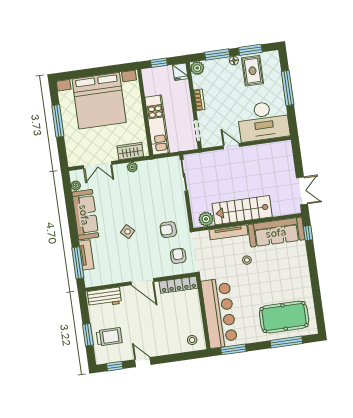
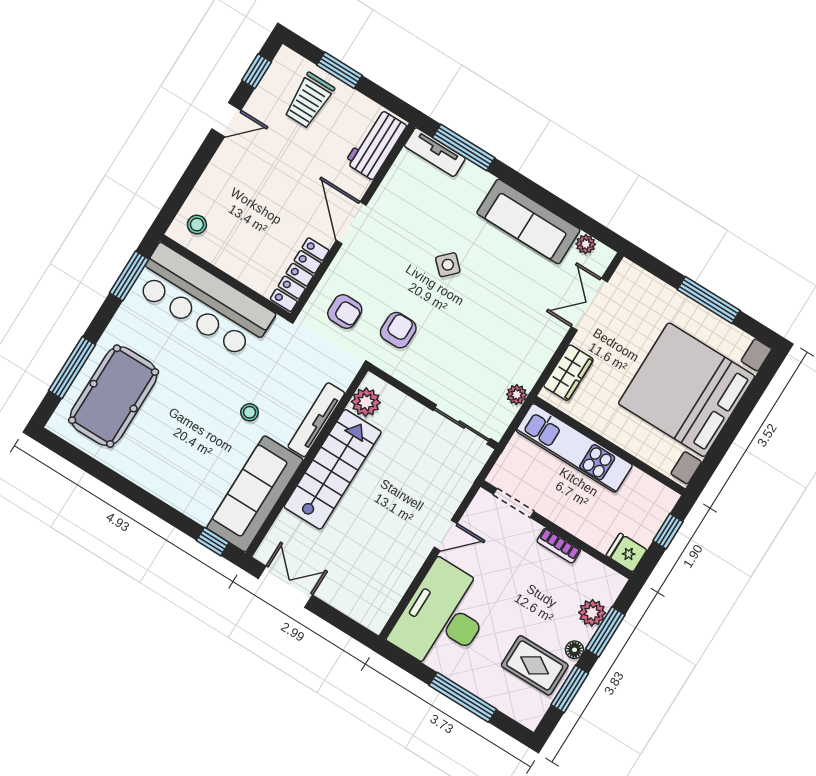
plant: (197, 68) -> (592, 613), moved
plant: (132, 167) -> (517, 395), moved
double door: (302, 191) -> (285, 587), swing flipped
tv unit: (86, 255) -> (435, 152), moved
door: (142, 282) -> (351, 223), hinge flipped

